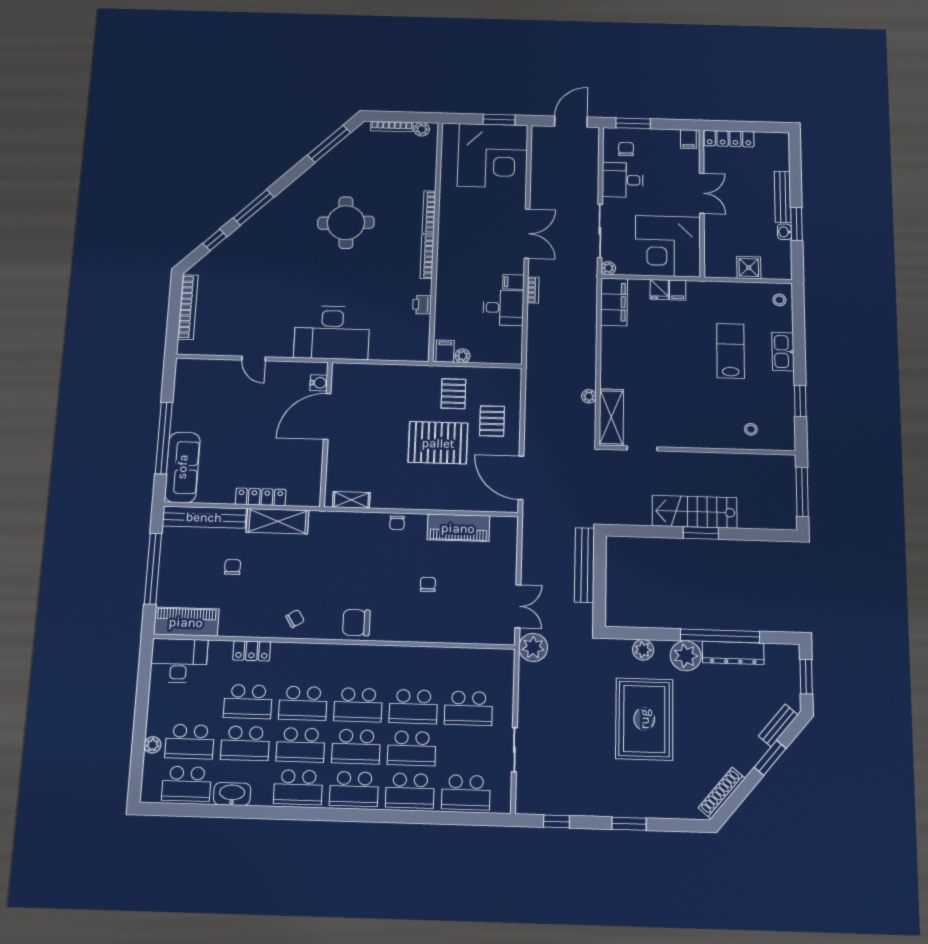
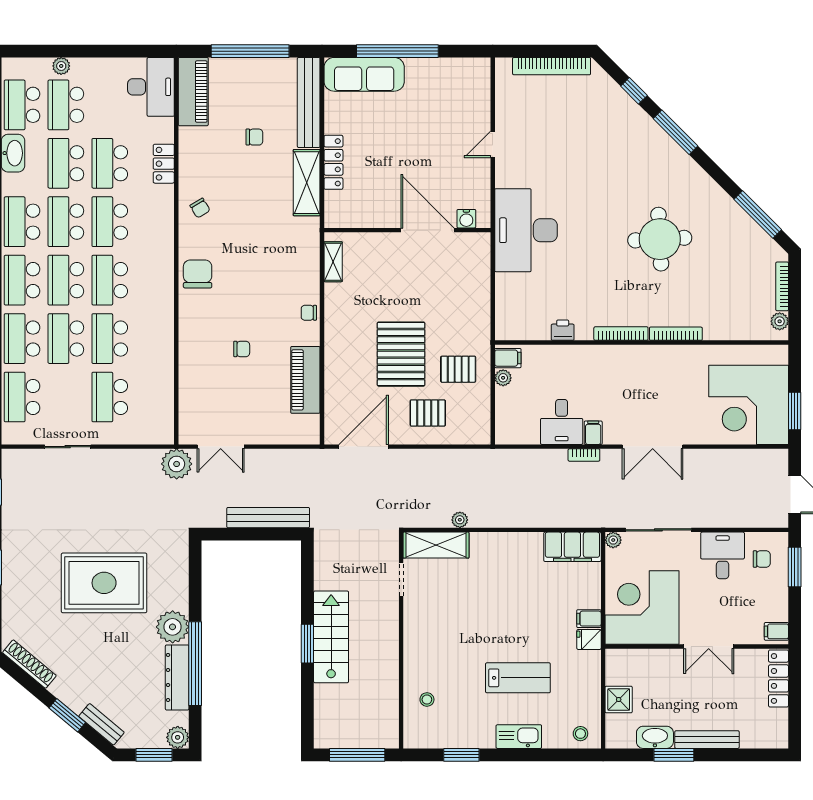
washbasin: (784, 232) -> (655, 737), width x1.91, depth x1.45
fridge: (659, 289) -> (589, 639), moved
plant: (643, 650) -> (178, 737), moved

